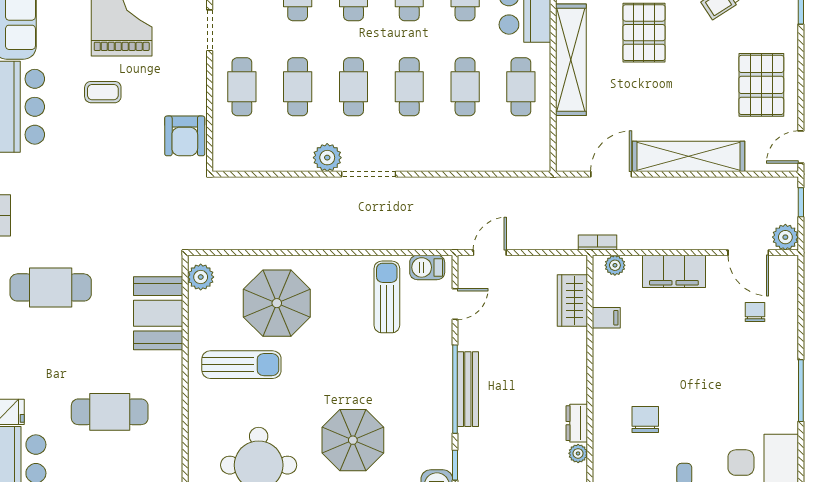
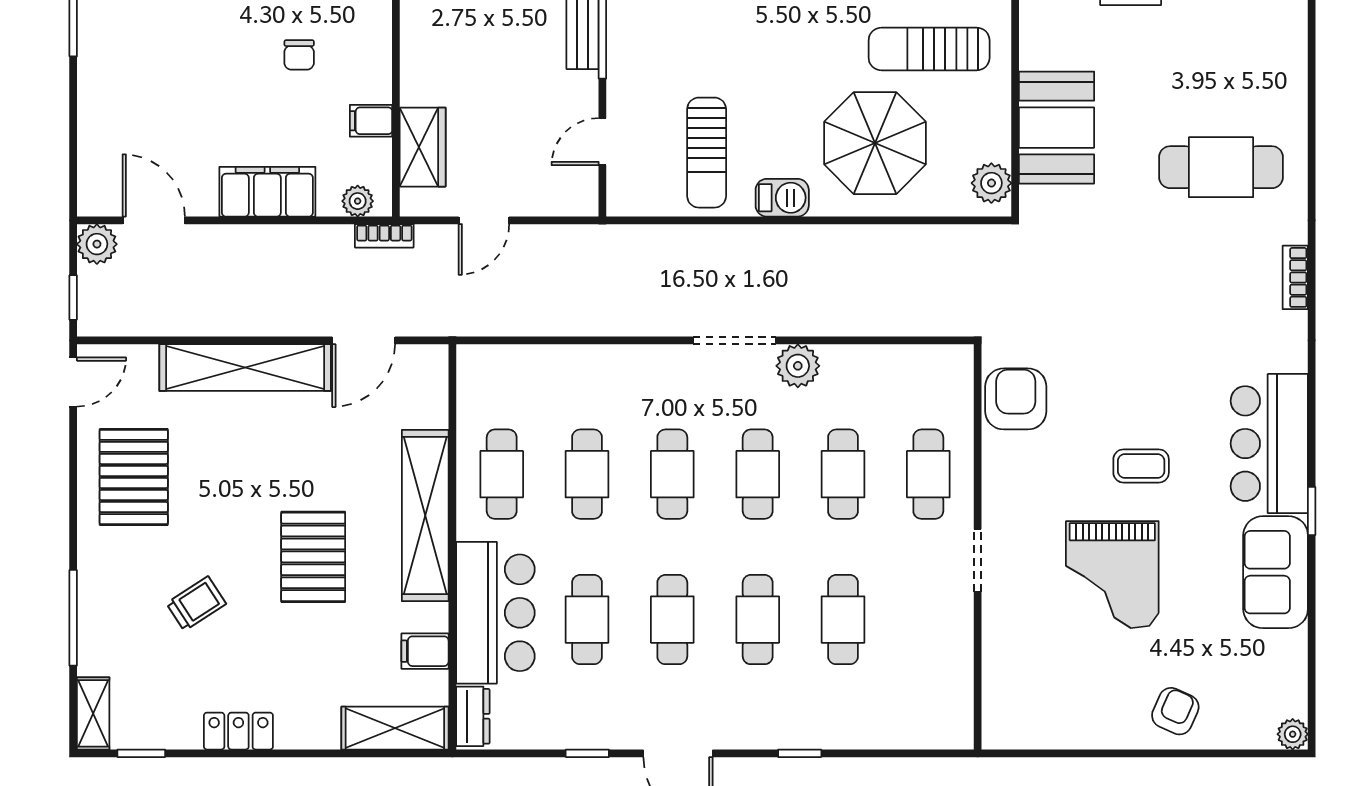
door: (490, 253) -> (484, 220), moved
barbecue: (427, 267) -> (782, 198), moved
chair: (755, 312) -> (299, 55), moved

